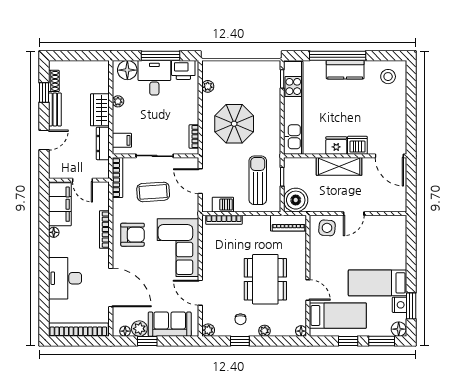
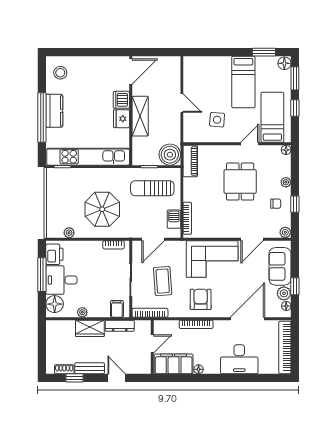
side table: (327, 228) -> (217, 120), moved
dining table: (265, 279) -> (240, 182), width x0.73
nightstand: (400, 305) -> (263, 63), removed

